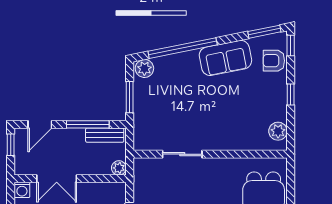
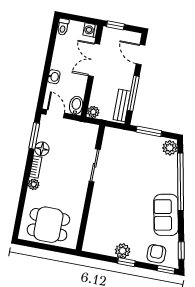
window: (264, 32) -> (181, 250), width x0.67
plant: (278, 131) -> (123, 251), moved
window: (11, 145) -> (115, 25), moved
bidet: (115, 190) -> (76, 105), added

